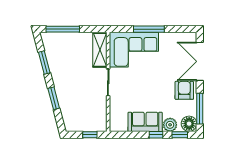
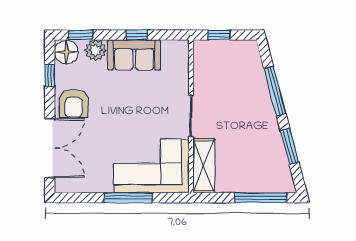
window: (54, 98) -> (275, 91), width x1.44
window: (200, 109) -> (50, 75), width x0.46
window: (156, 135) -> (137, 35), moved

